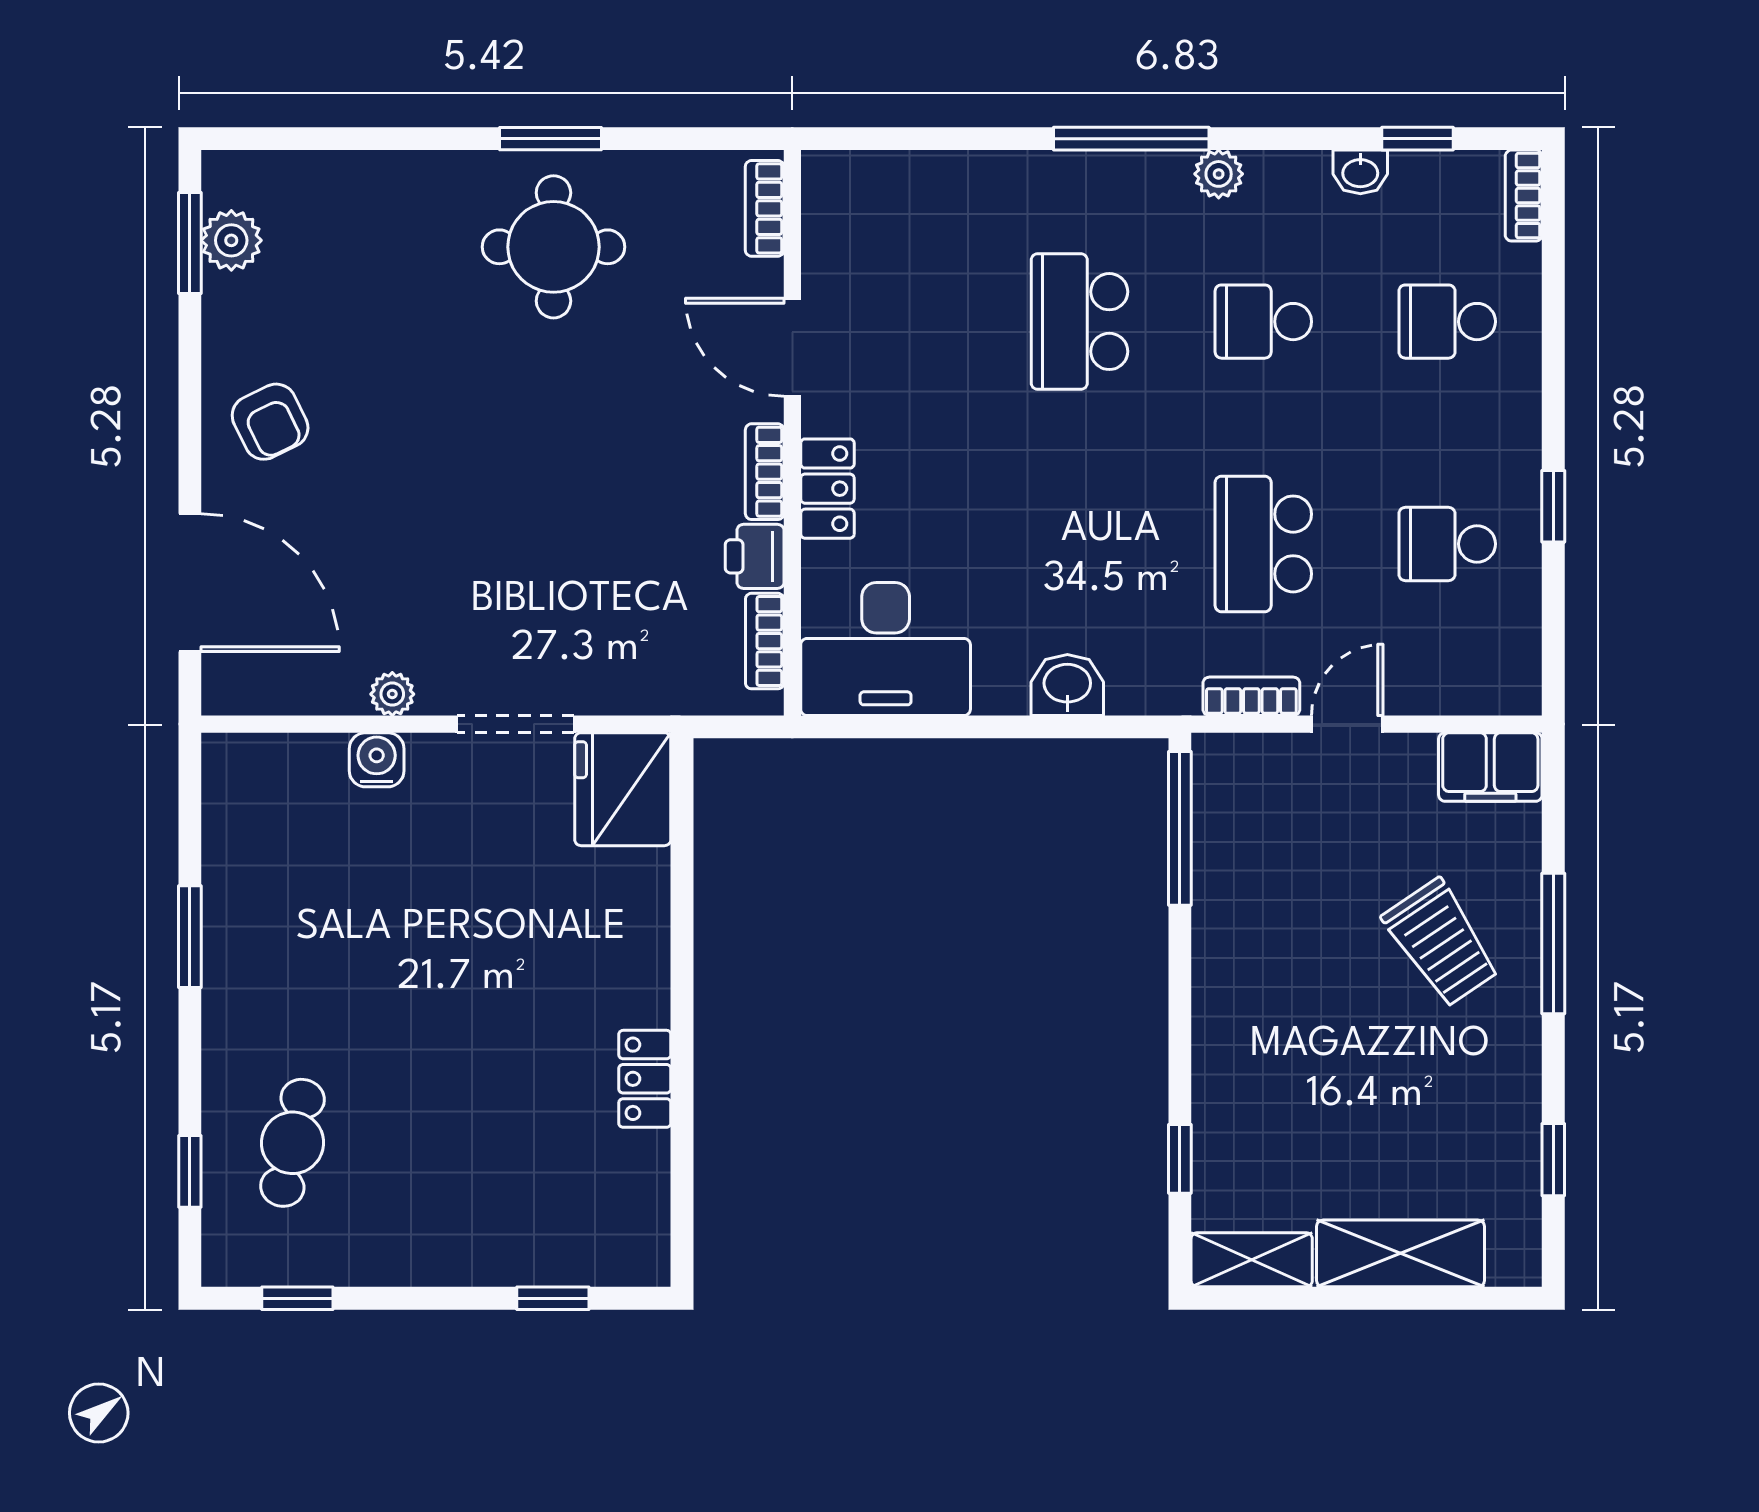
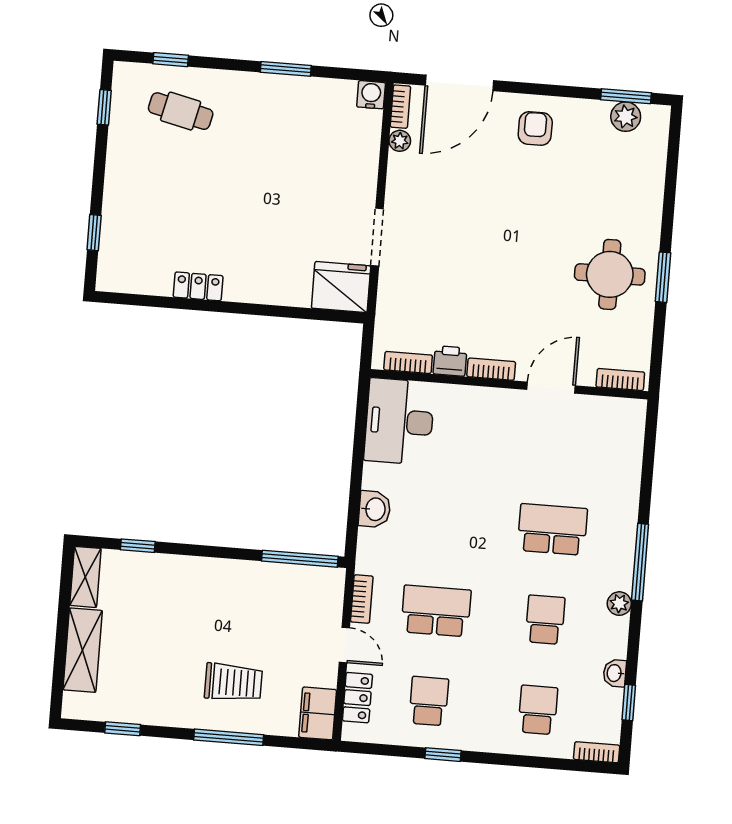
armchair: (270, 422) -> (535, 129), turned 116
locker: (827, 489) -> (357, 698), moved, turned -90
plant: (392, 694) -> (400, 141), moved
bookcase: (248, 698) -> (400, 107), added
water cooler: (377, 760) -> (371, 95), moved, turned -90
trolley: (1441, 943) -> (233, 682), turned -146

